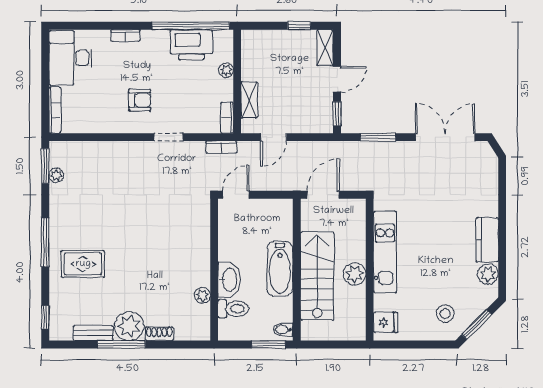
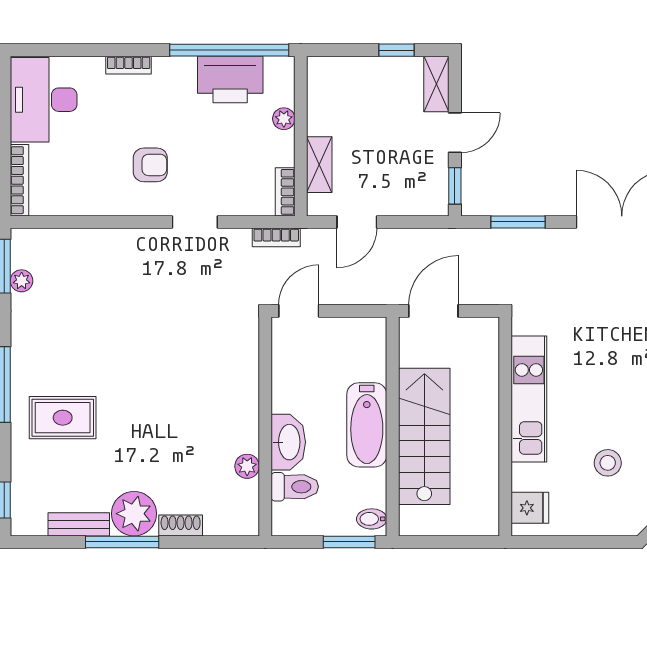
plant: (355, 274) -> (482, 433), removed
stool: (445, 314) -> (608, 463), moved

